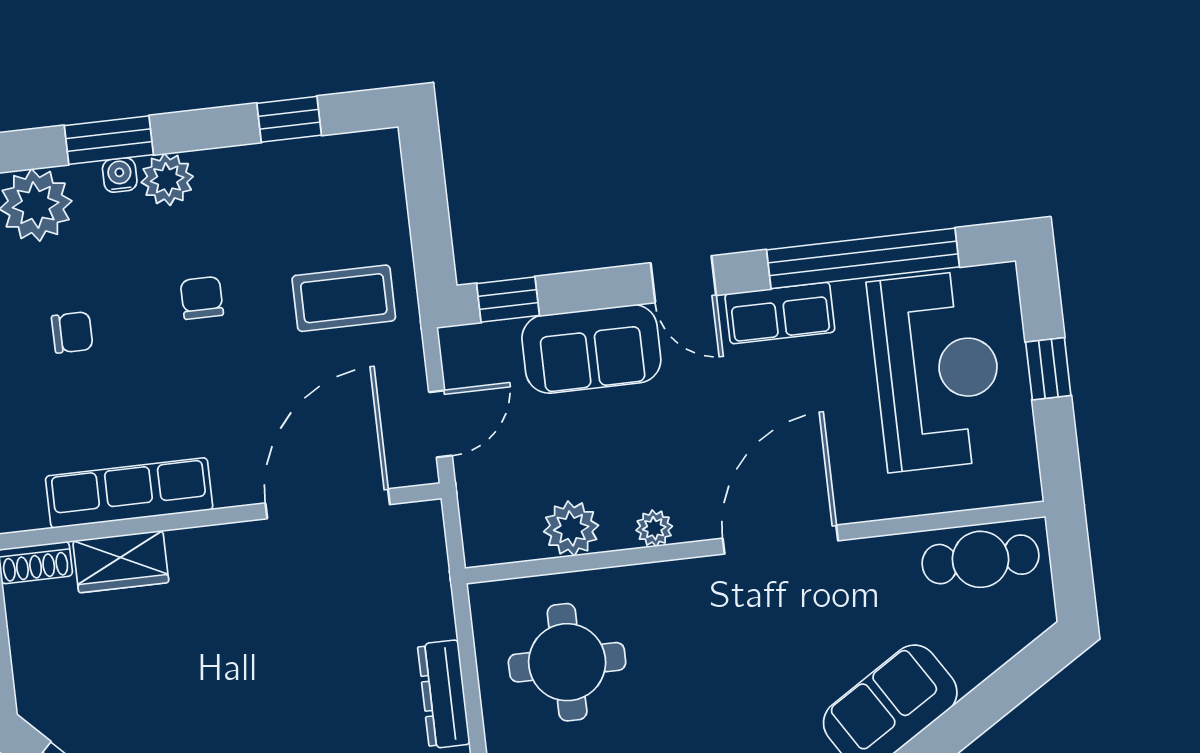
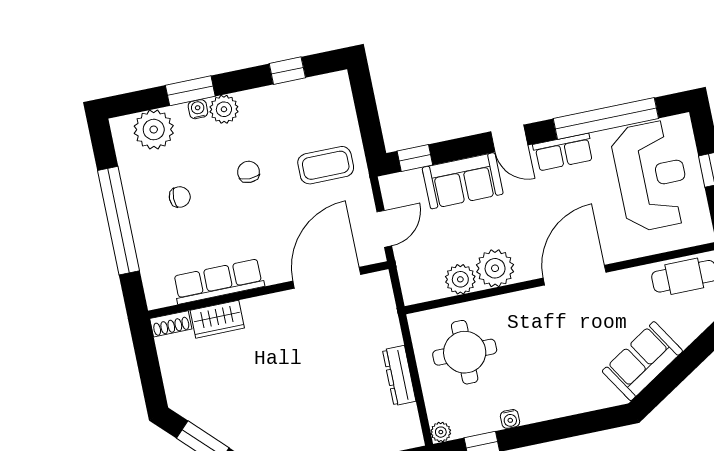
plant: (654, 528) -> (495, 268), width x1.87, depth x1.87

